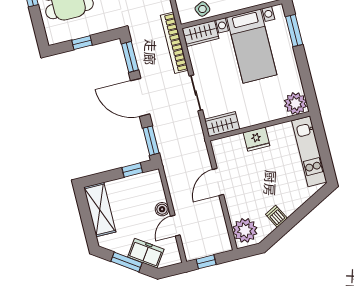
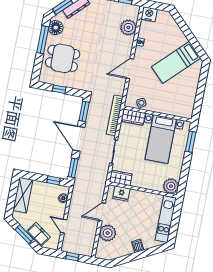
fridge: (256, 139) -> (121, 194), moved
boiler: (162, 209) -> (63, 198), moved
dishwasher: (277, 216) -> (138, 246), moved
door: (175, 226) -> (64, 226), hinge flipped
plant: (245, 230) -> (108, 233), moved

